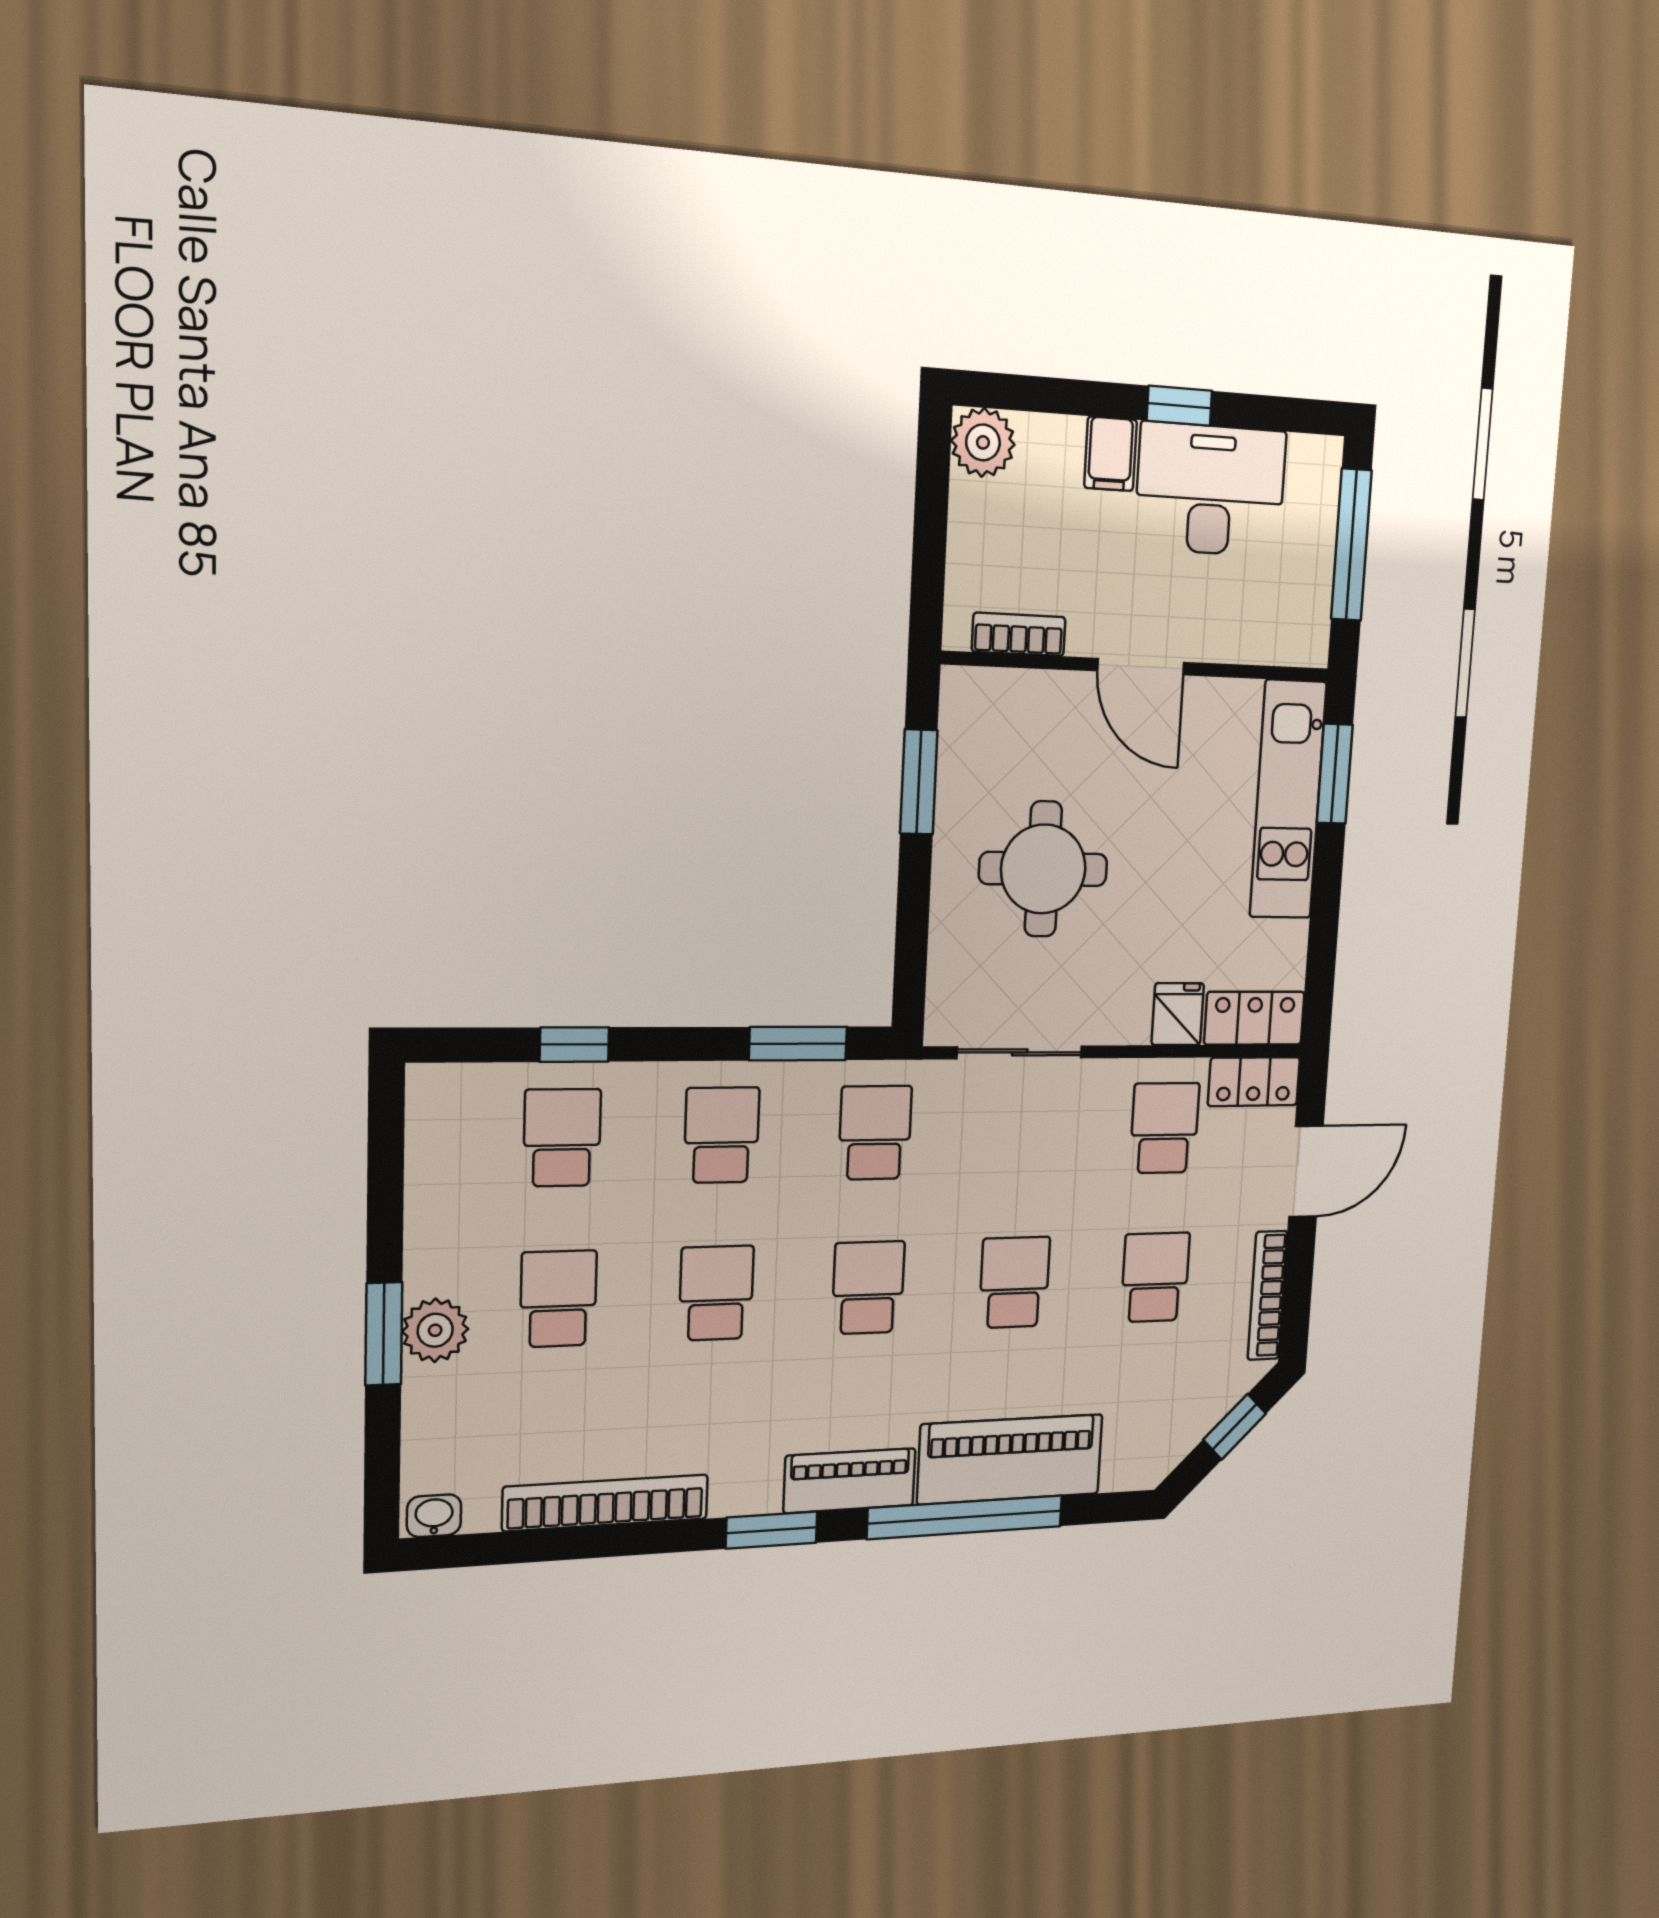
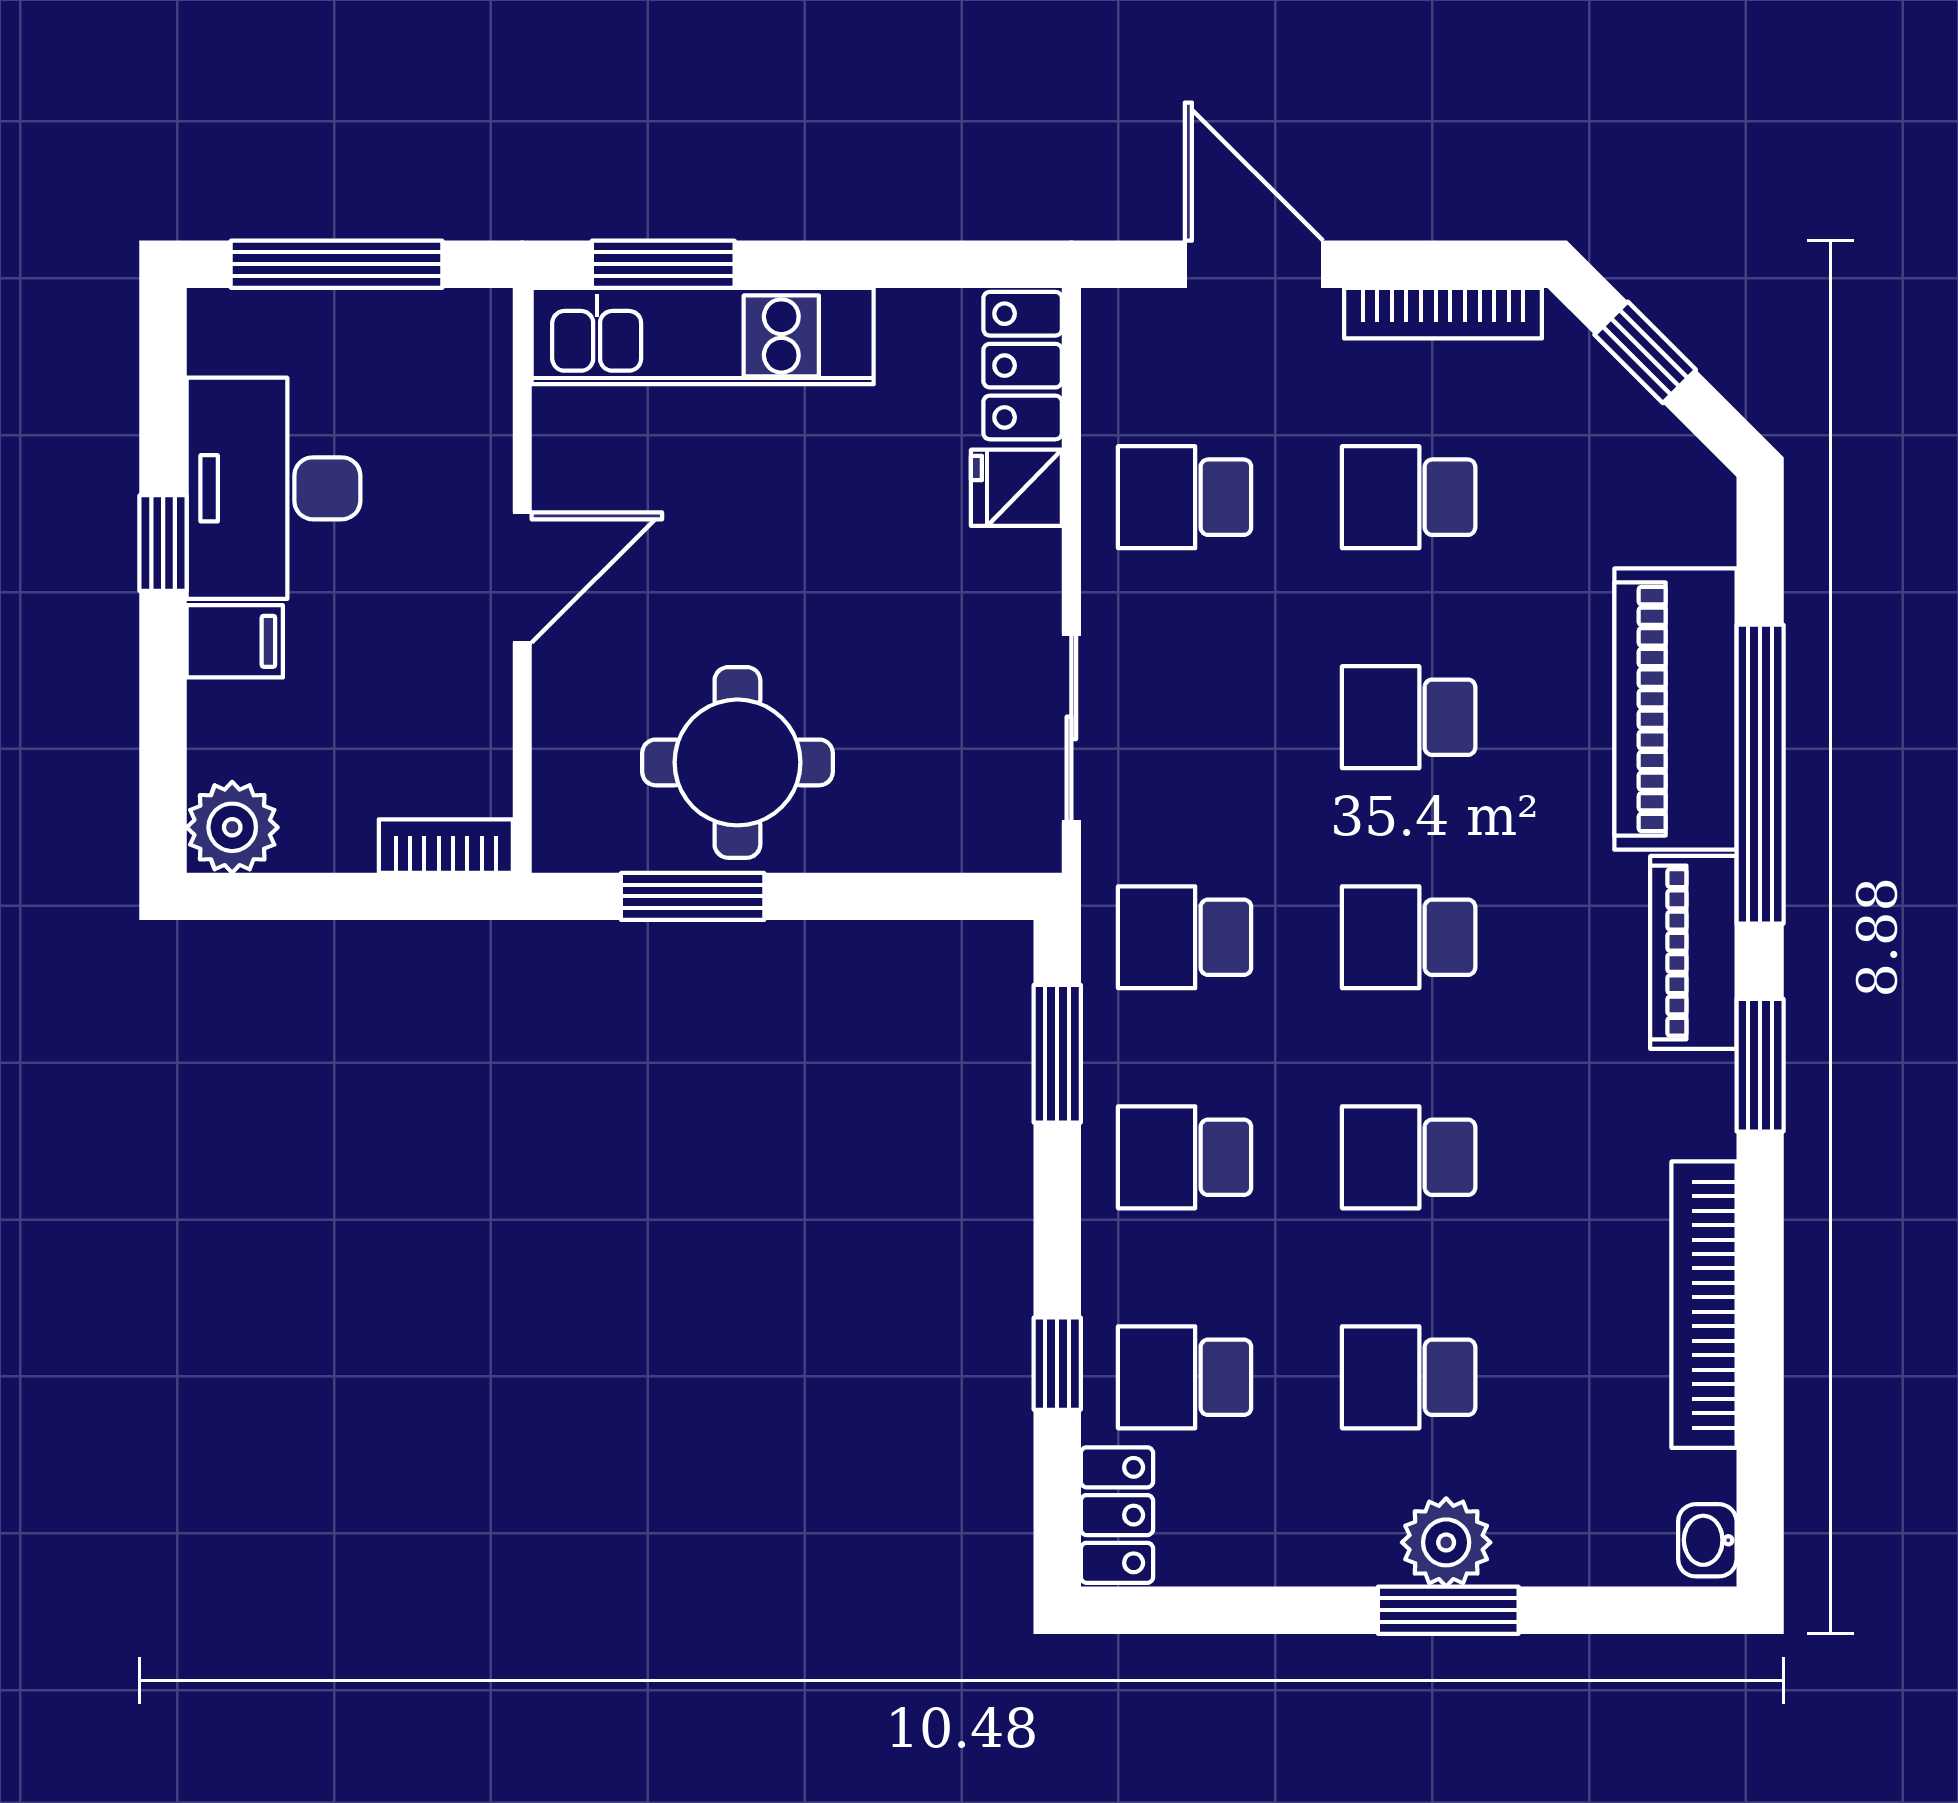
bookcase: (1019, 634) -> (446, 846), moved, turned 90
round table: (1043, 869) -> (737, 762), moved
locker: (1254, 1082) -> (1117, 1515), moved

